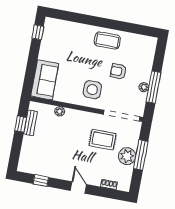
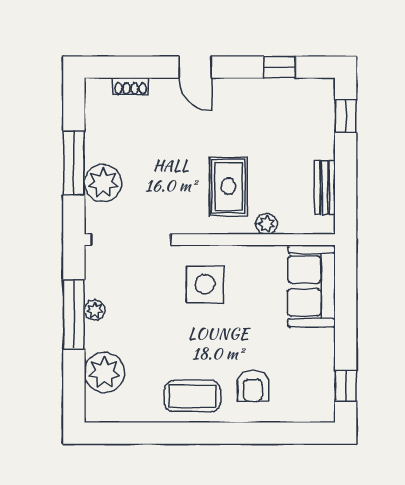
plant: (145, 59) -> (104, 372), added
armchair: (118, 71) -> (253, 386), moved, turned 90
window: (21, 124) -> (346, 116), moved
rug: (103, 140) -> (228, 186), moved, turned 90
plant: (127, 156) -> (103, 183), moved

